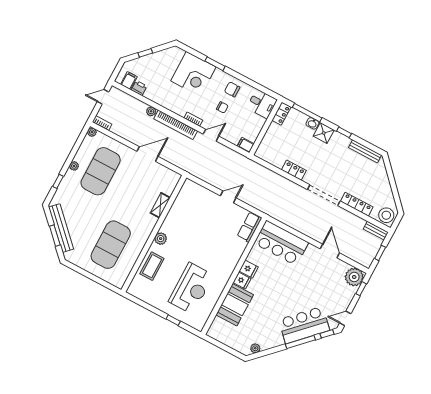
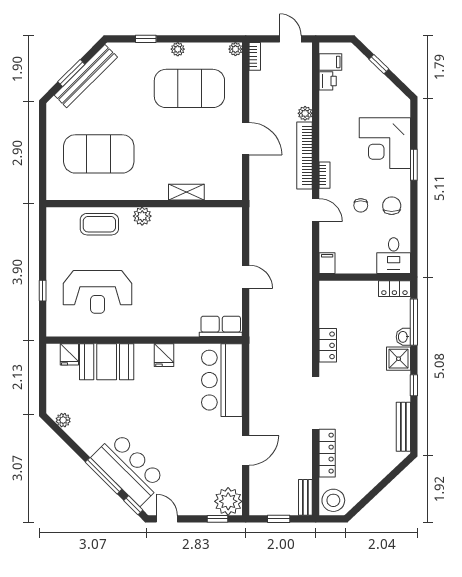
fridge: (242, 281) -> (69, 354), moved

